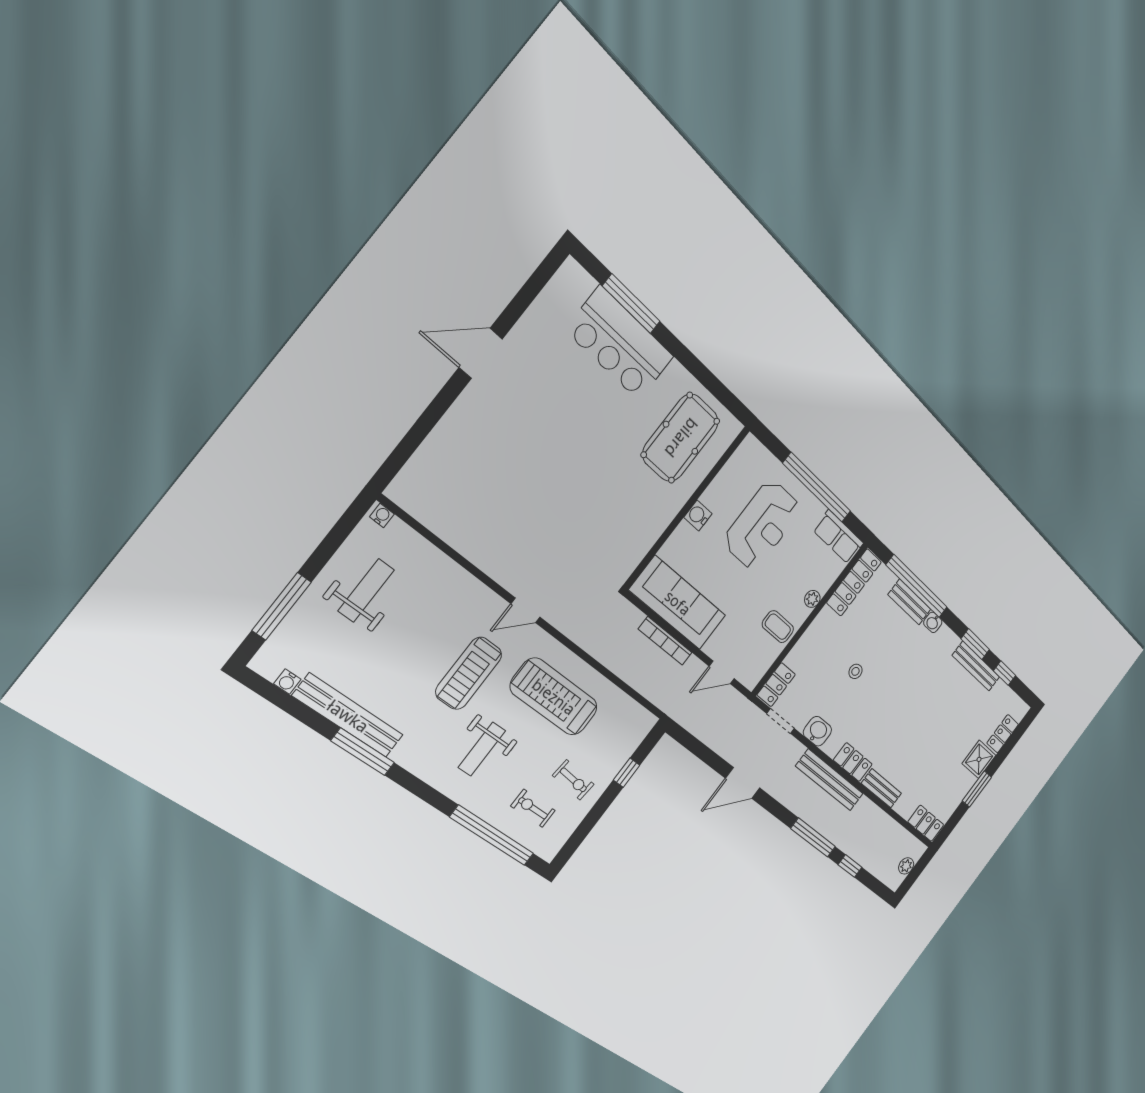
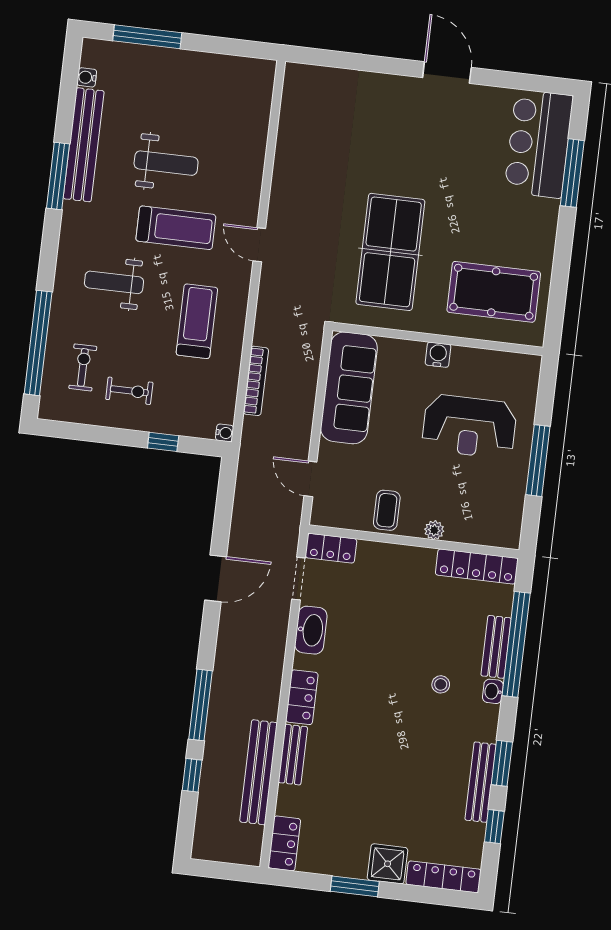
bar counter: (620, 344) -> (539, 144), moved
window: (817, 487) -> (538, 461), width x0.68
table tennis table: (598, 503) -> (390, 252), added
water cooler: (382, 515) -> (225, 433), moved
row of seats: (838, 537) -> (508, 517), removed
weight bench: (366, 590) -> (166, 163), moved
bookcase: (665, 641) -> (256, 381), moved, turned 180
stool: (855, 671) -> (441, 684), moved
treadmill: (469, 673) -> (176, 228), turned 180
treadmill: (554, 697) -> (197, 321), width x0.73, depth x0.73
washbasin: (817, 731) -> (311, 630), width x1.38
locker: (1003, 734) -> (444, 877), width x1.53
exercise bike: (573, 780) -> (129, 391), turned -96
bench: (830, 780) -> (259, 772), moved
door: (743, 783) -> (216, 578), swing flipped
plant: (906, 866) -> (226, 852), removed

